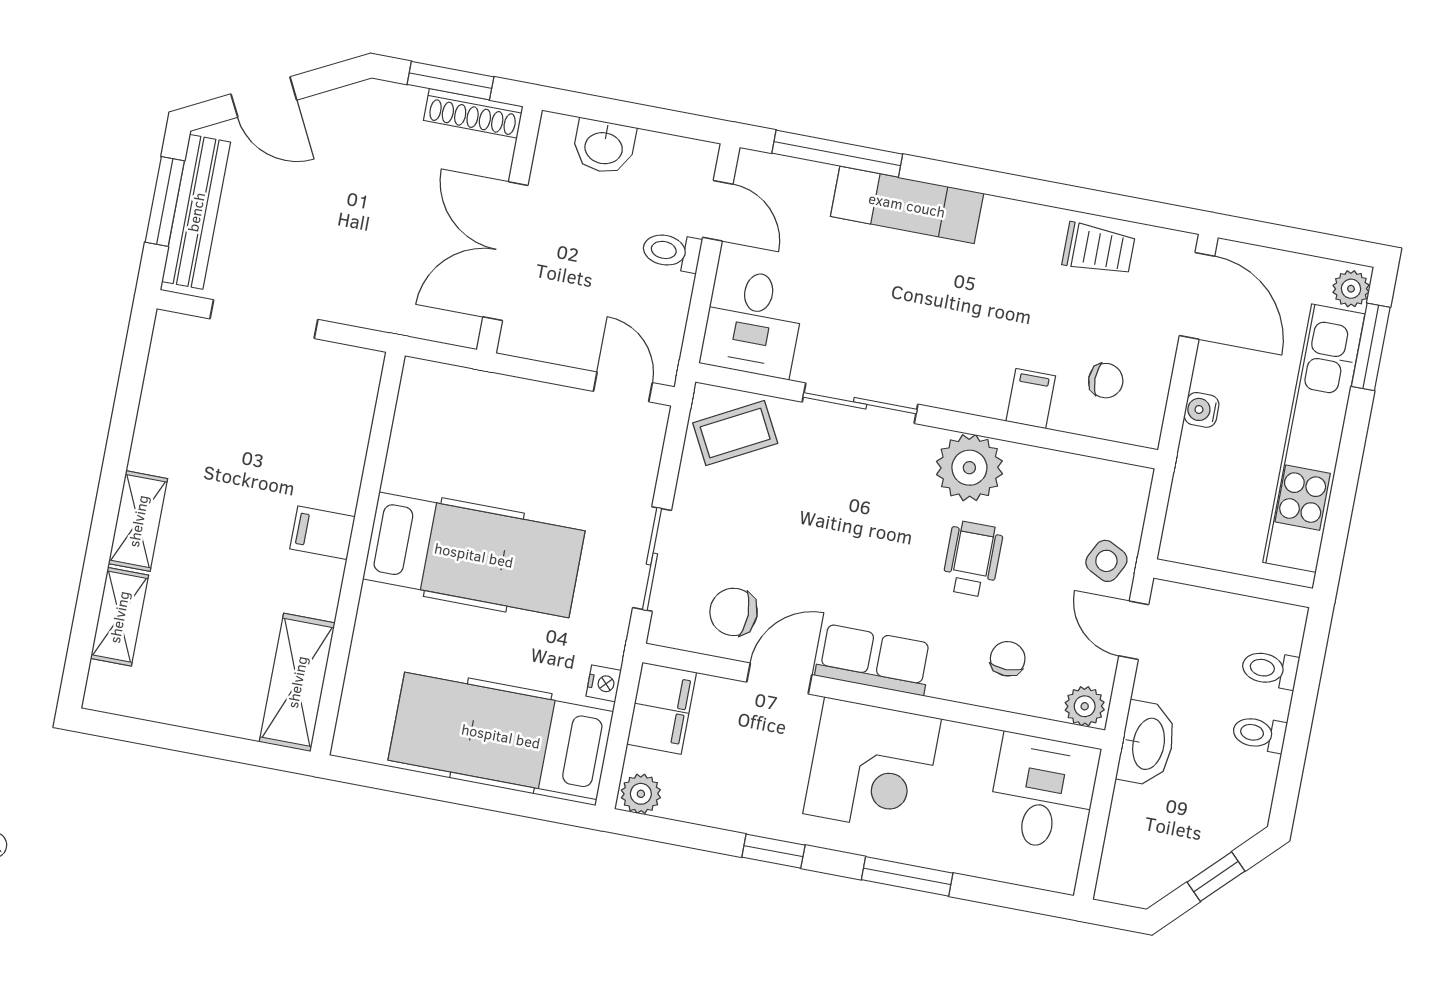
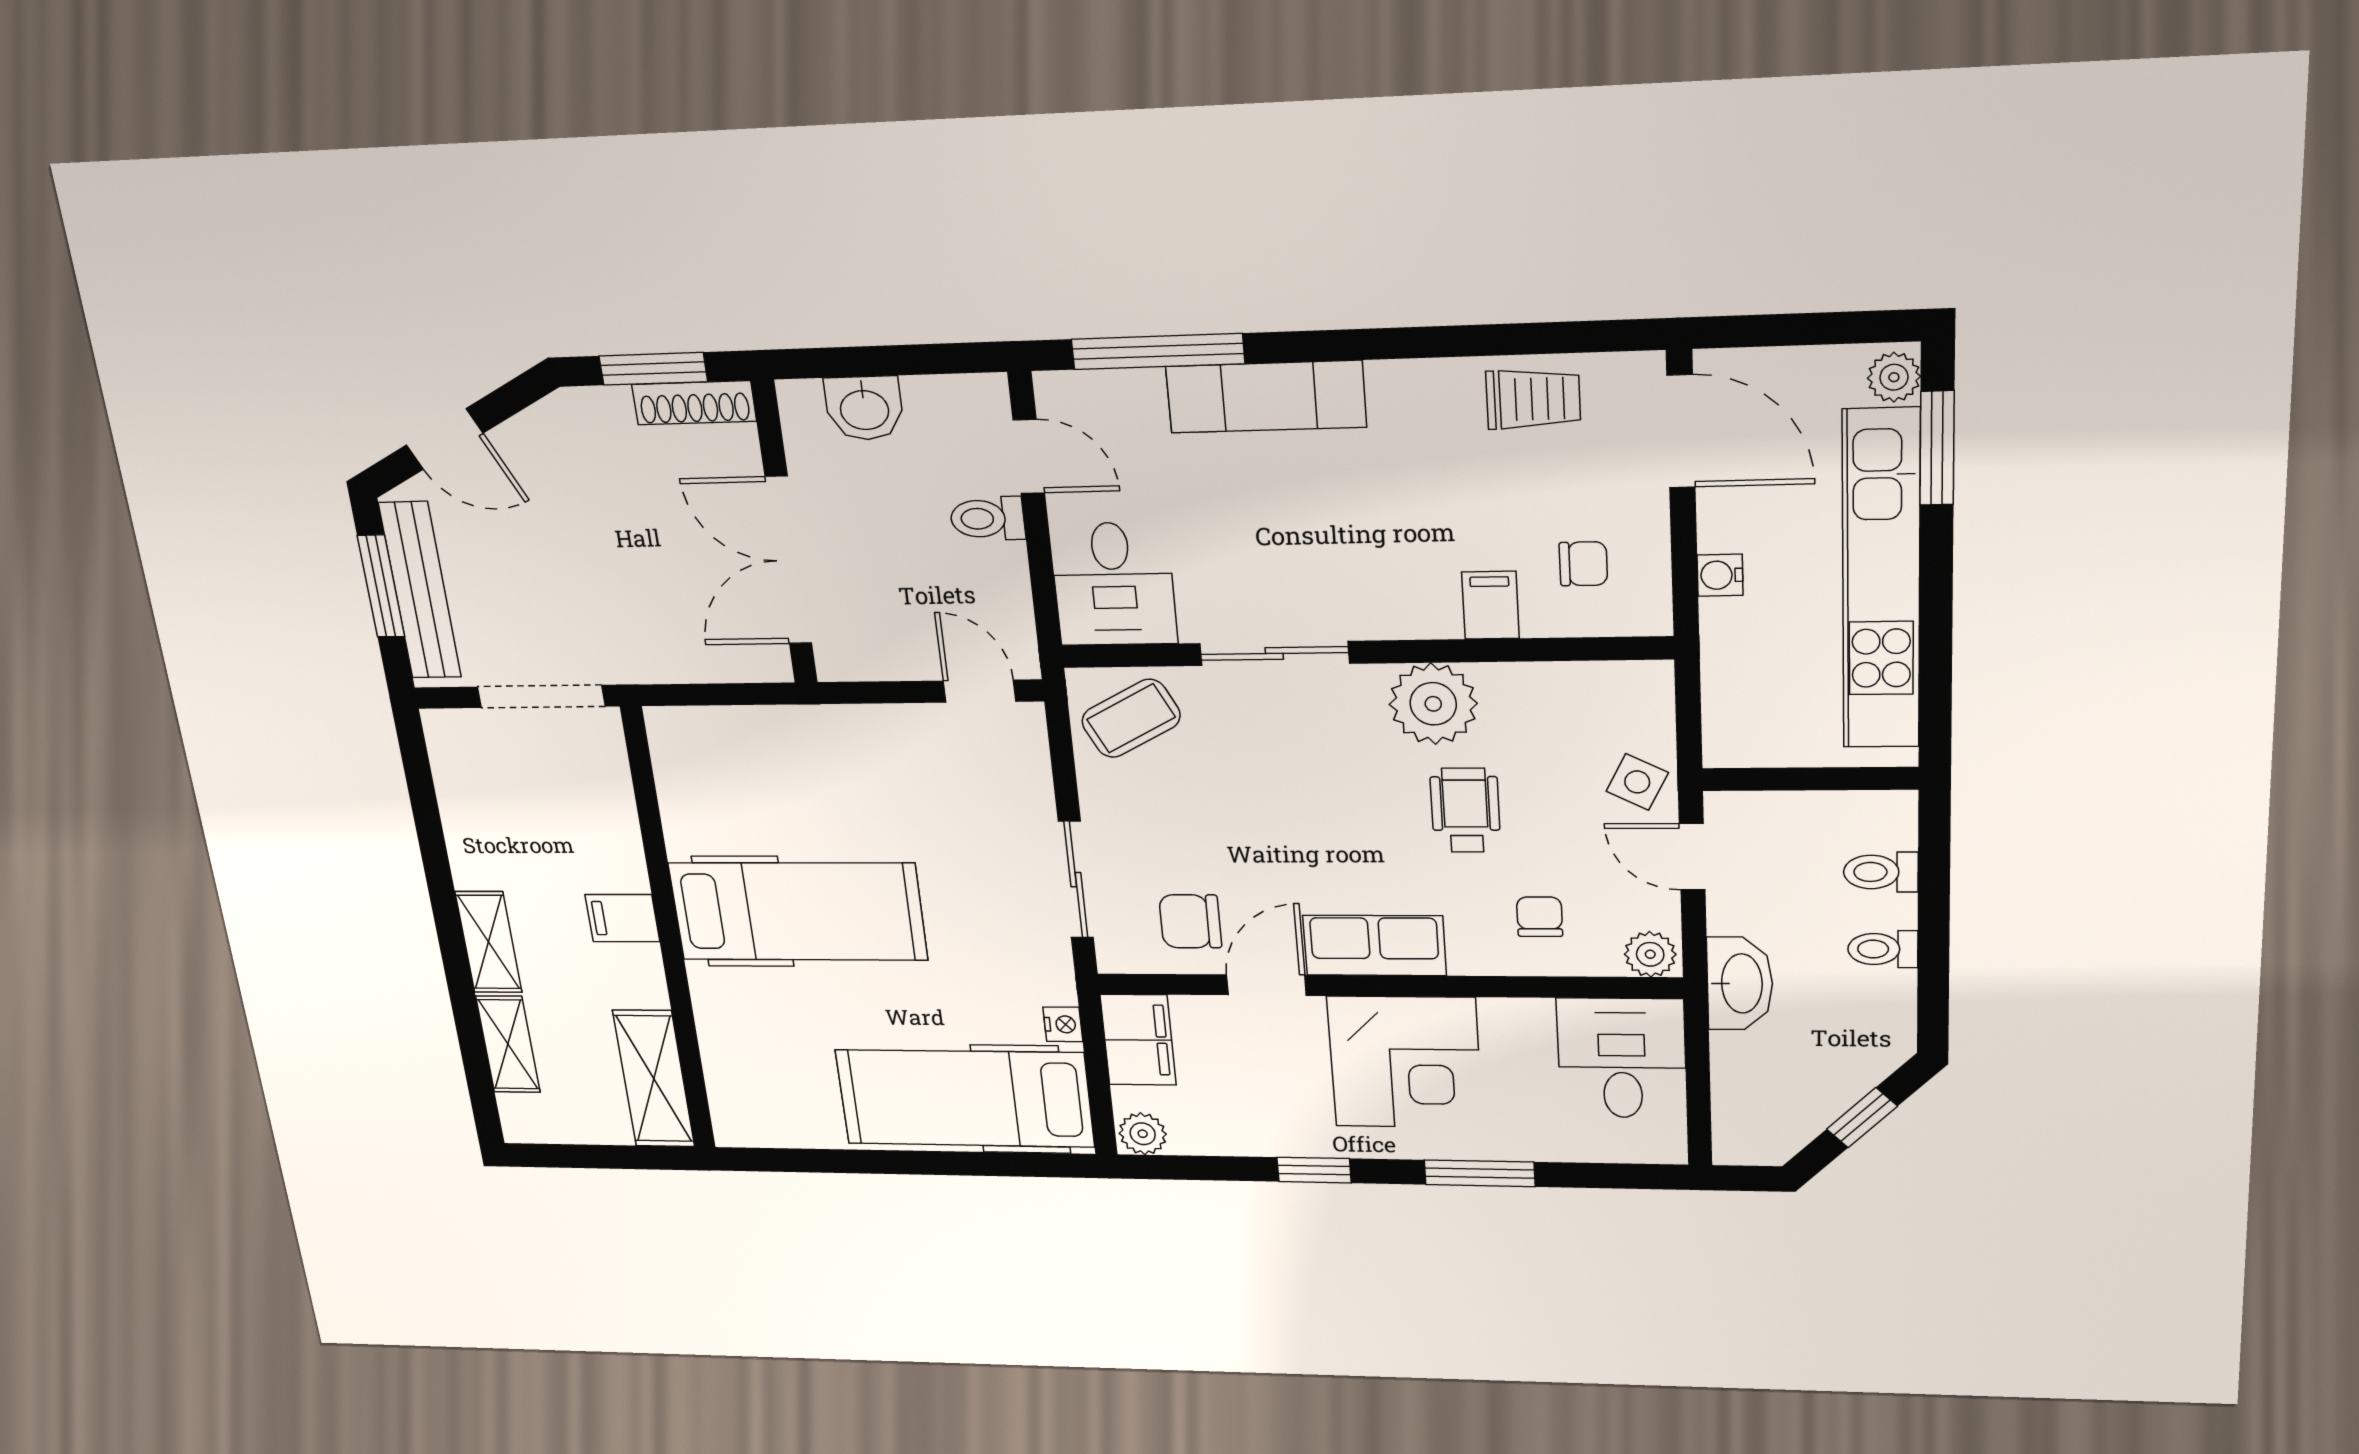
filing cabinet: (322, 533) -> (622, 918), moved
wall: (358, 554) -> (669, 933), moved
hospital bed: (474, 555) -> (798, 912), moved
shelving: (297, 682) -> (654, 1079), moved

